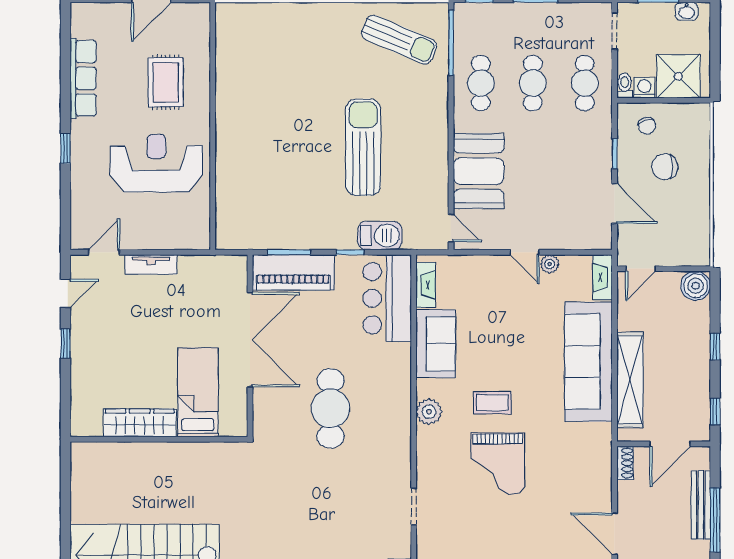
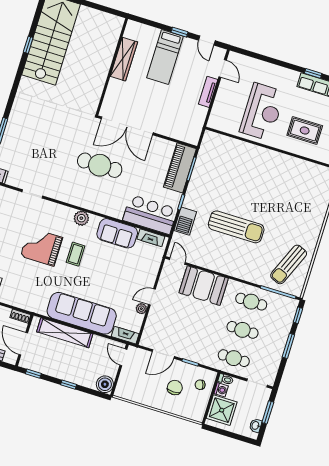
window: (65, 148) -> (313, 73), moved
door: (451, 228) -> (177, 261), swing flipped
double door: (250, 340) -> (127, 126), moved
bed: (198, 392) -> (165, 57), moved, turned 90

